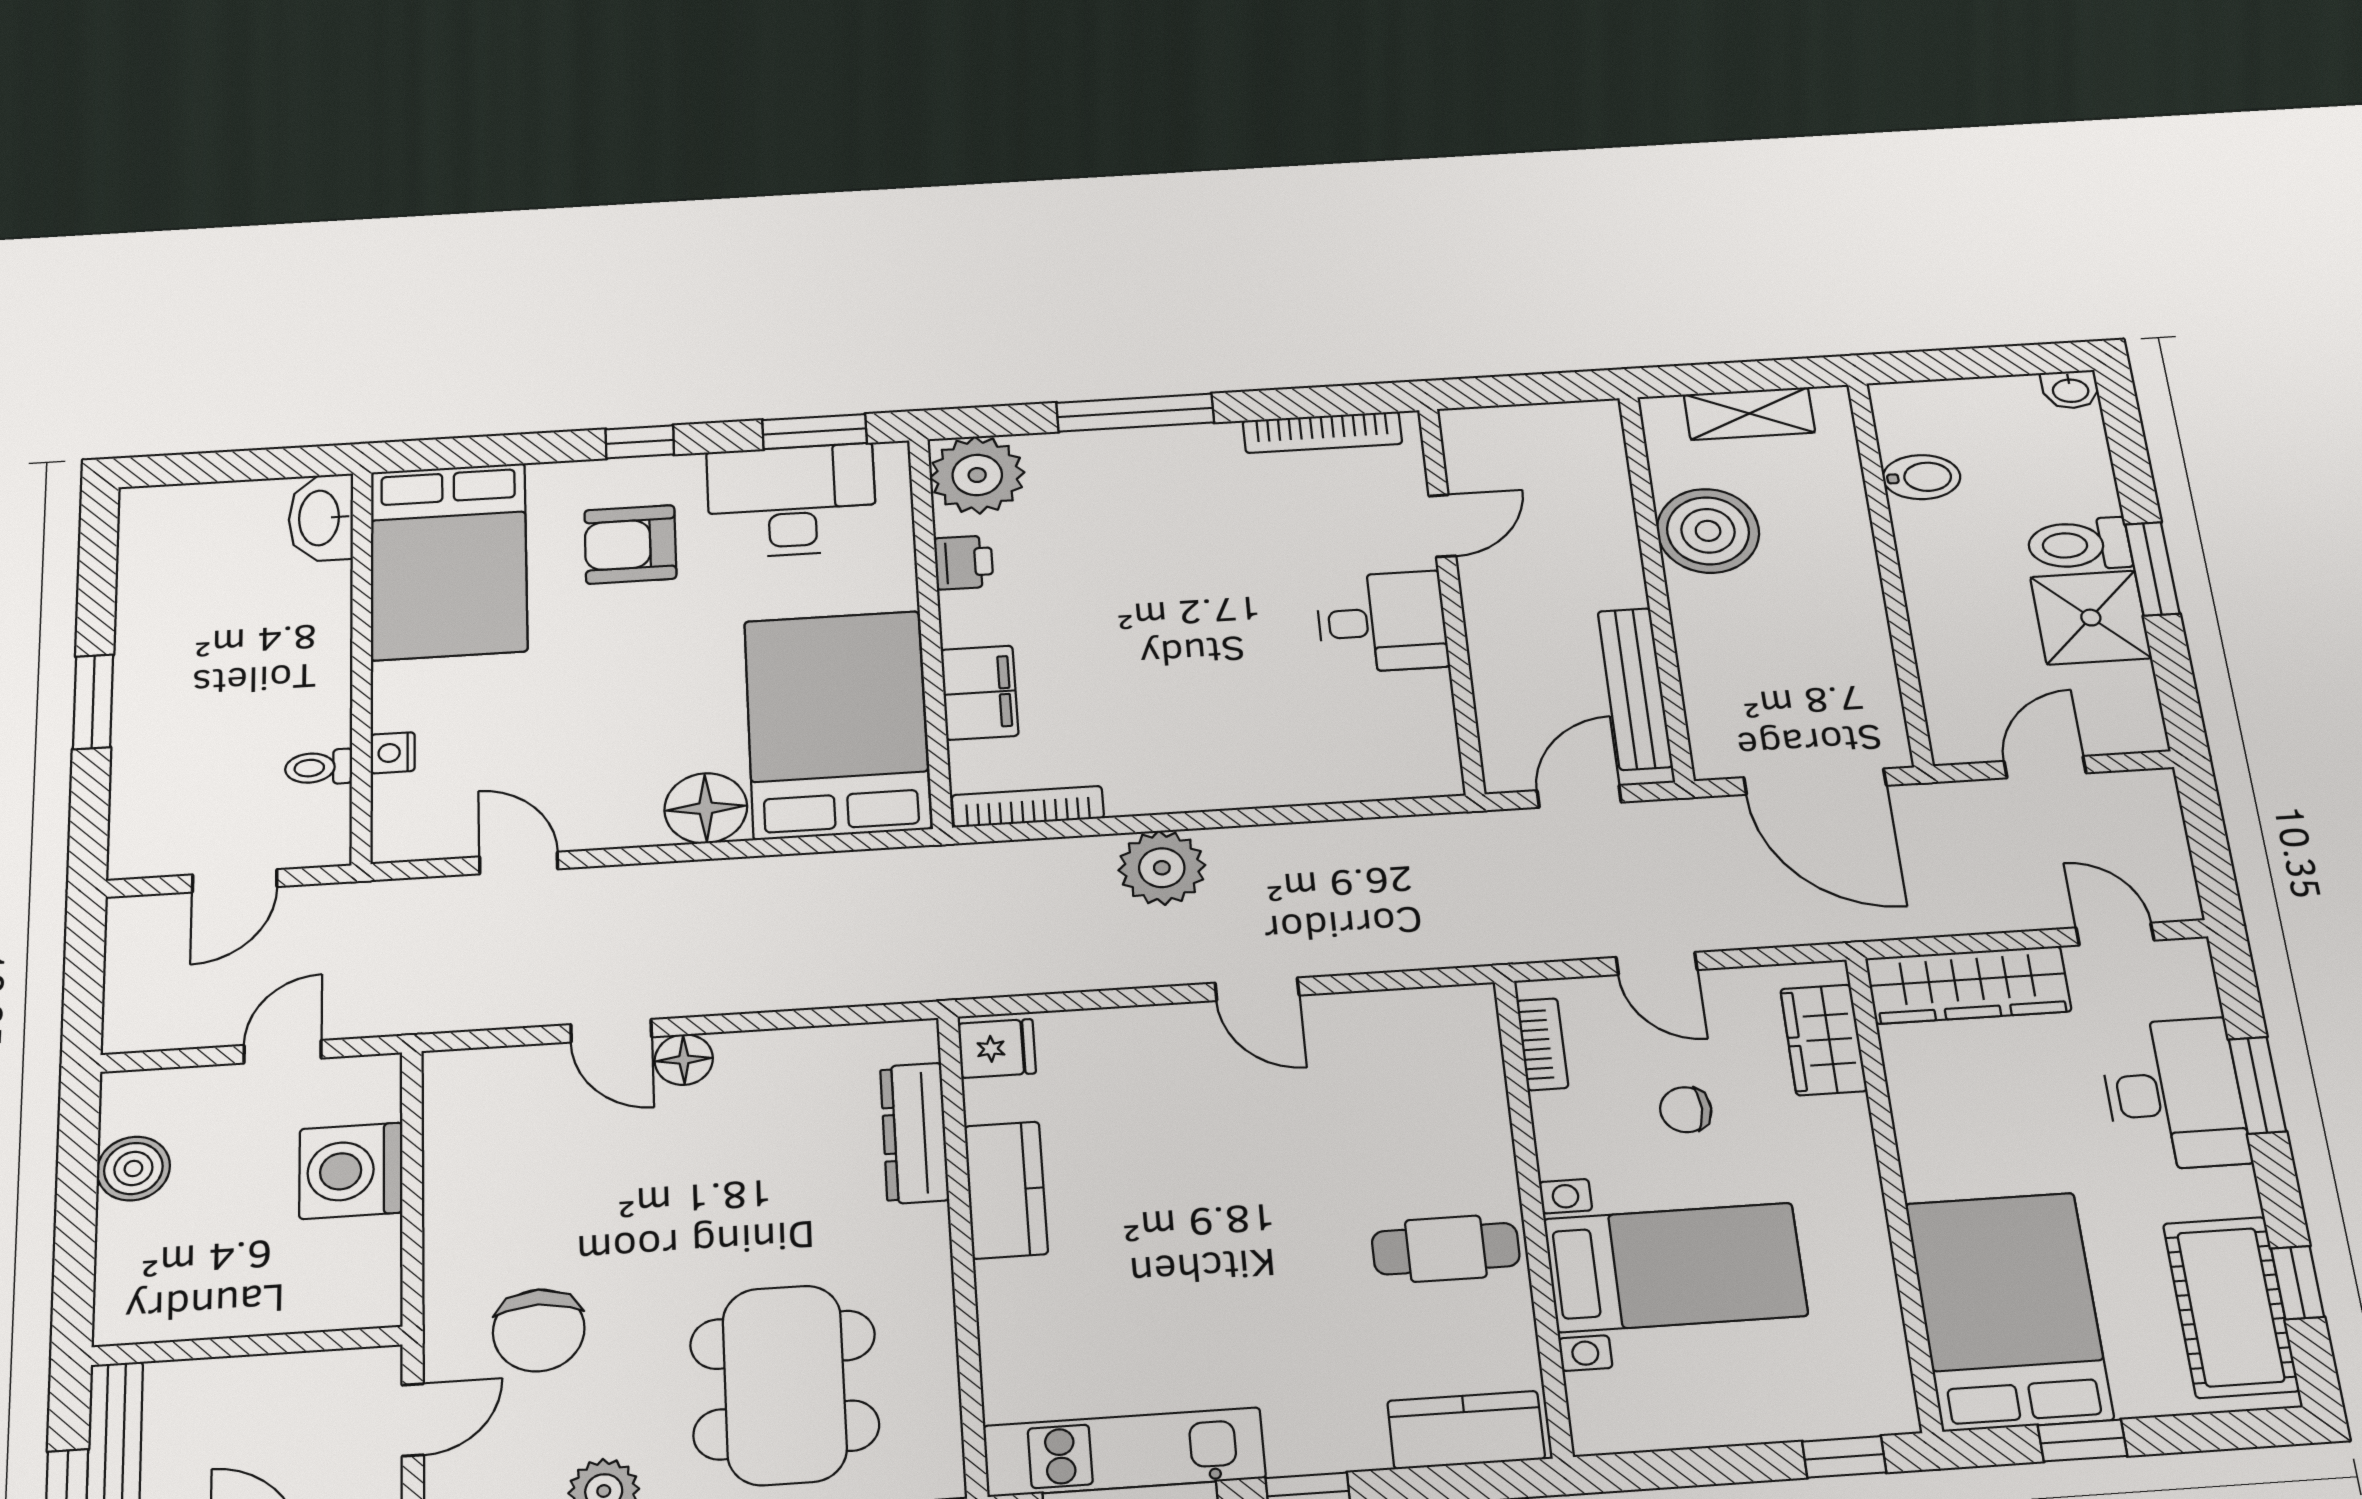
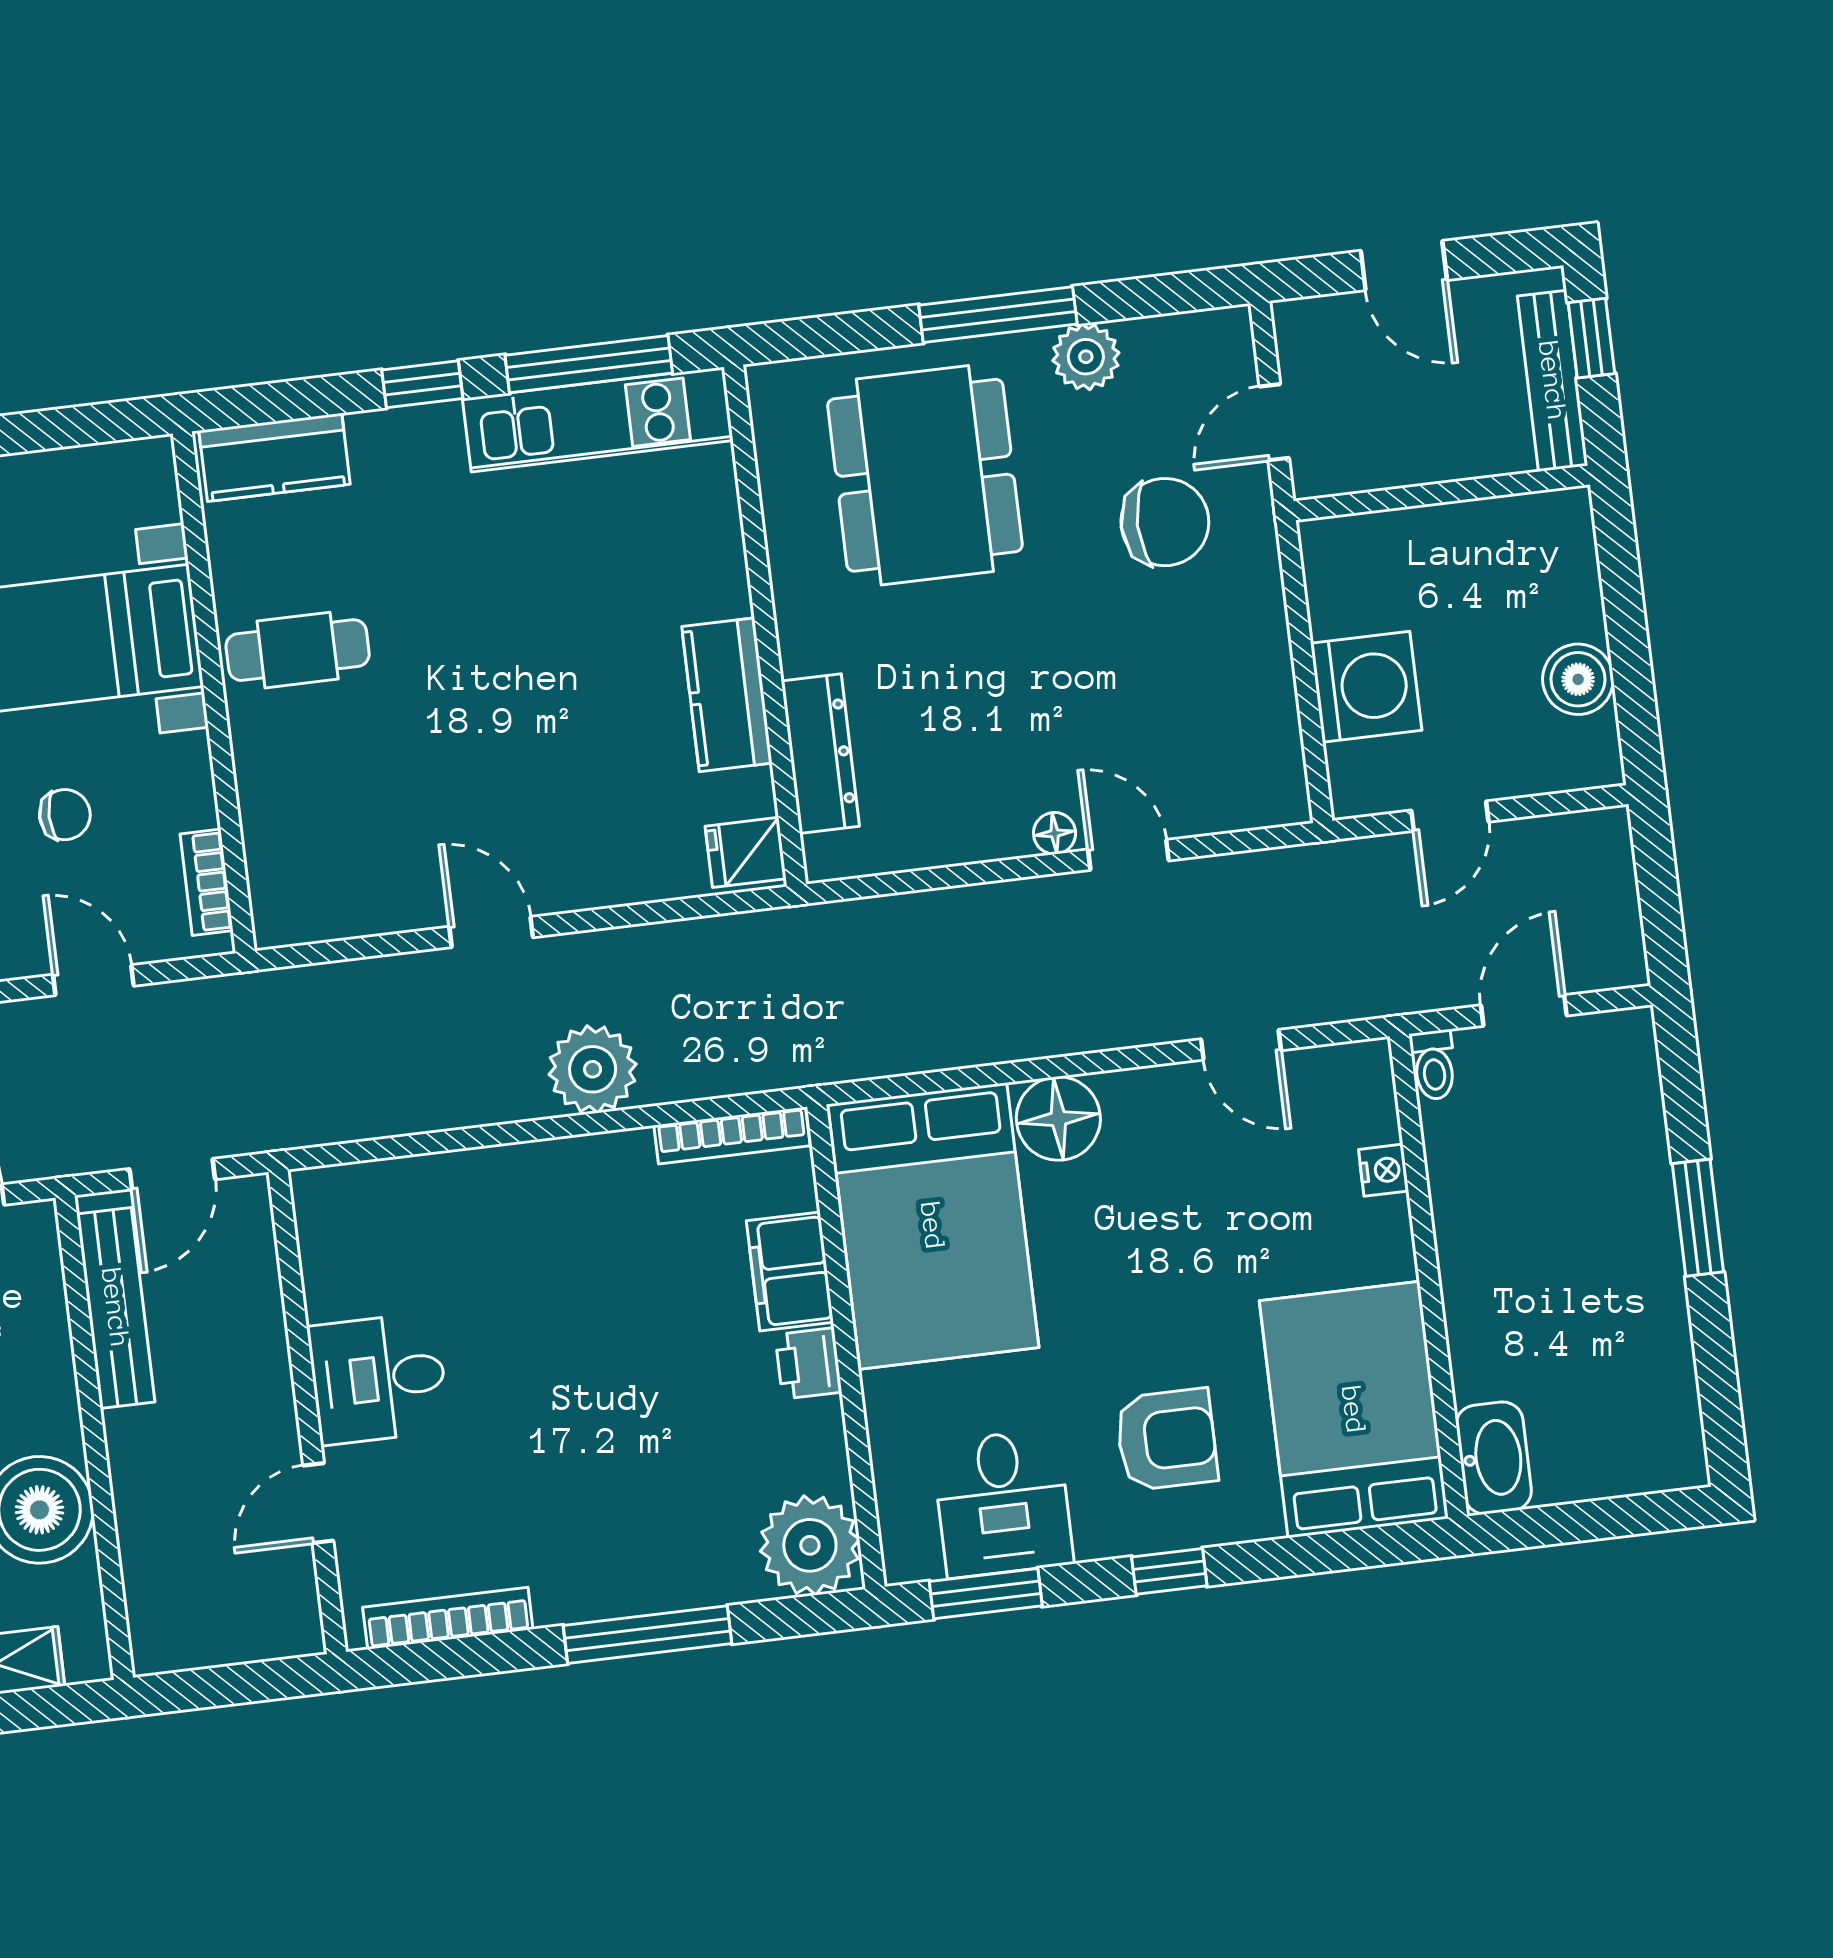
desk: (792, 501) -> (1003, 1503), width x0.73
printer: (964, 562) -> (808, 1363), moved
toilet: (319, 768) -> (1433, 1065), moved, turned 90
floor lamp: (684, 1060) -> (1055, 833), width x0.73, depth x0.73
chair: (539, 1330) -> (1165, 522), turned 90

